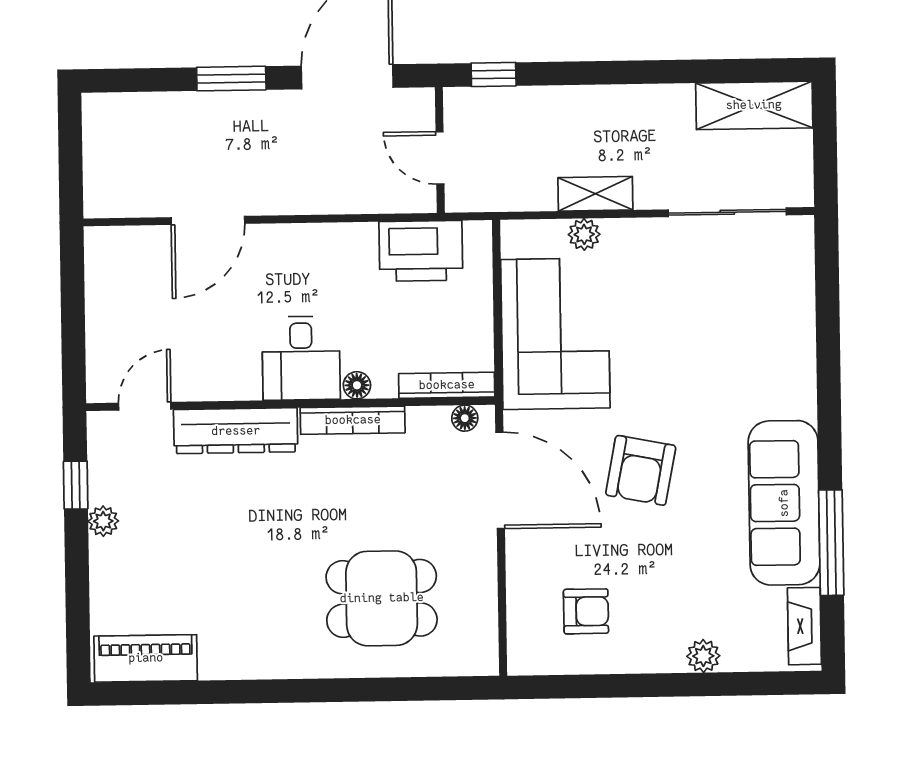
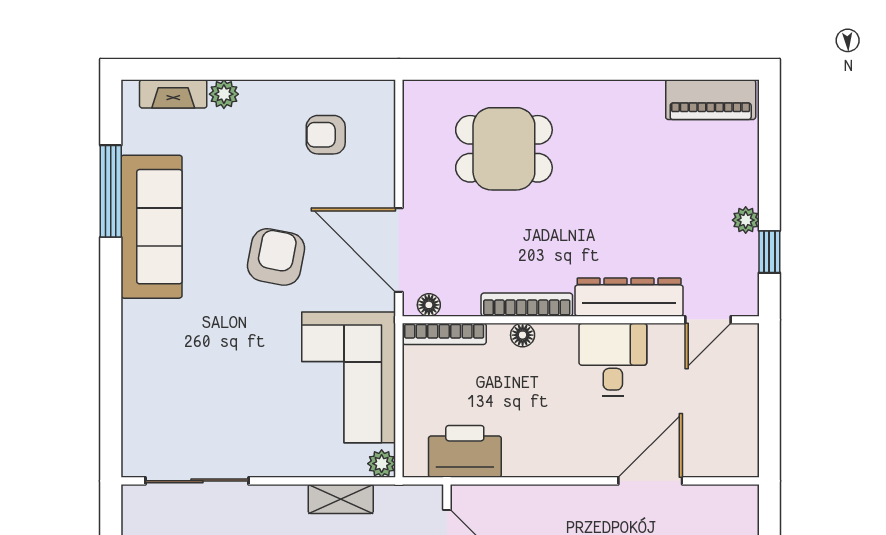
shelving: (595, 194) -> (341, 499), moved
plant: (584, 234) -> (382, 464), moved
desk: (301, 358) -> (613, 360), moved
fireplace: (804, 626) -> (173, 94), moved, turned 90

